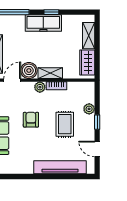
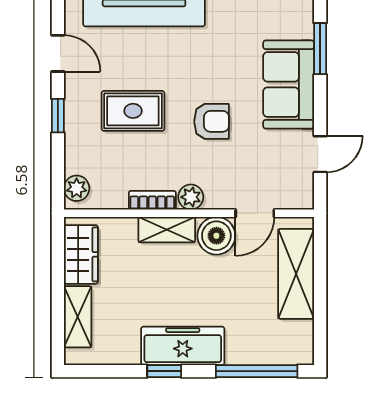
plant: (89, 109) -> (77, 188), moved
armchair: (31, 120) -> (212, 121), turned -90
rug: (65, 124) -> (133, 111), turned 90

